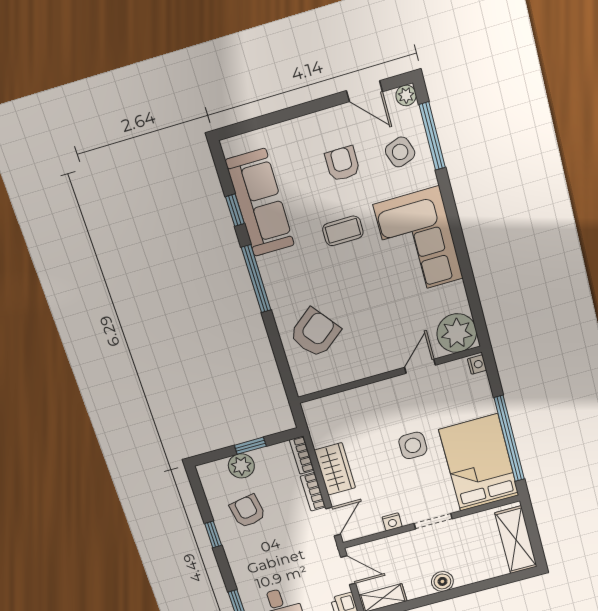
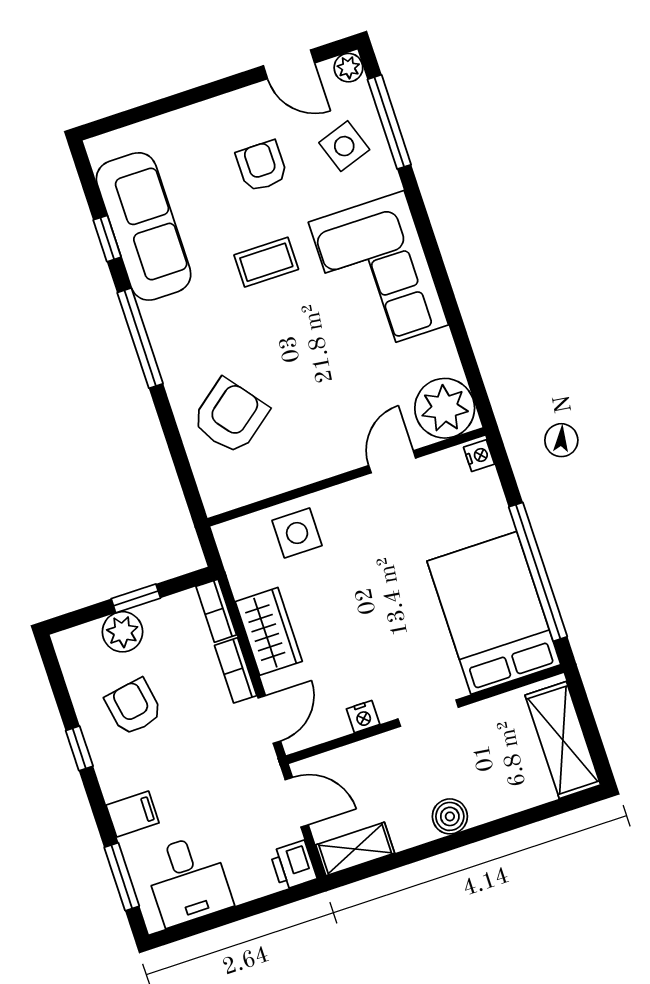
side table: (413, 445) -> (297, 533), moved
filing cabinet: (246, 574) -> (133, 814), added

